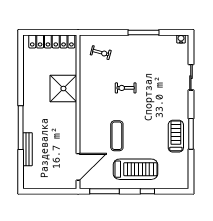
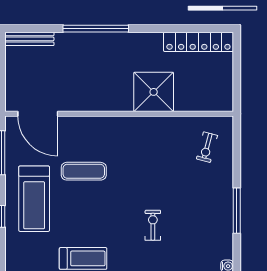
locker: (52, 41) -> (198, 42), moved, turned -90
exercise bike: (126, 88) -> (153, 225), moved
bench: (28, 149) -> (29, 39), moved

